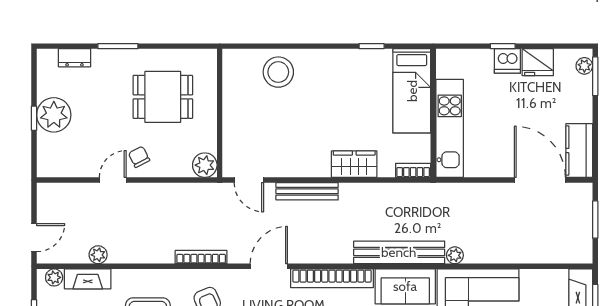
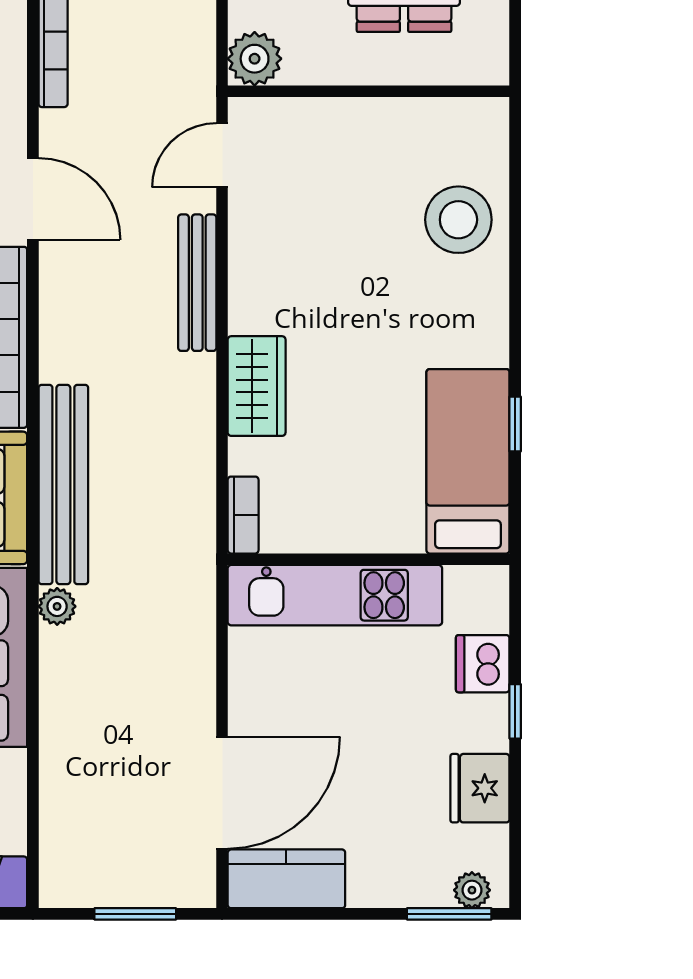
dishwasher: (507, 61) -> (483, 664), moved
bed: (412, 91) -> (468, 461), moved, turned 90

